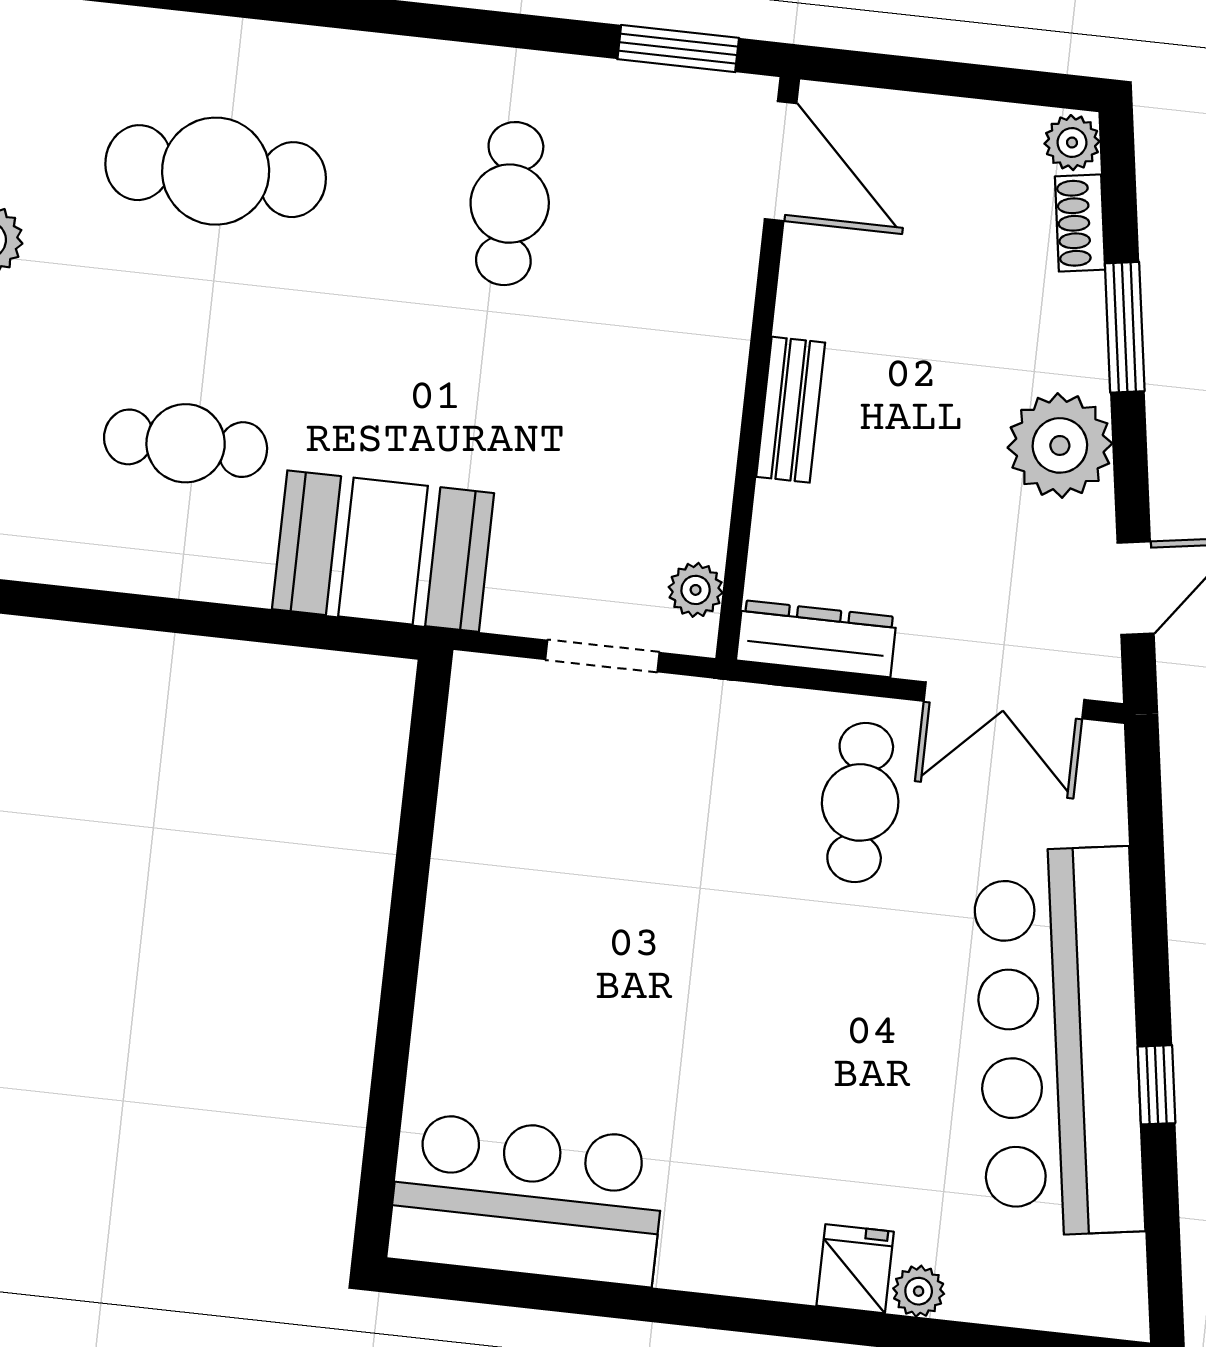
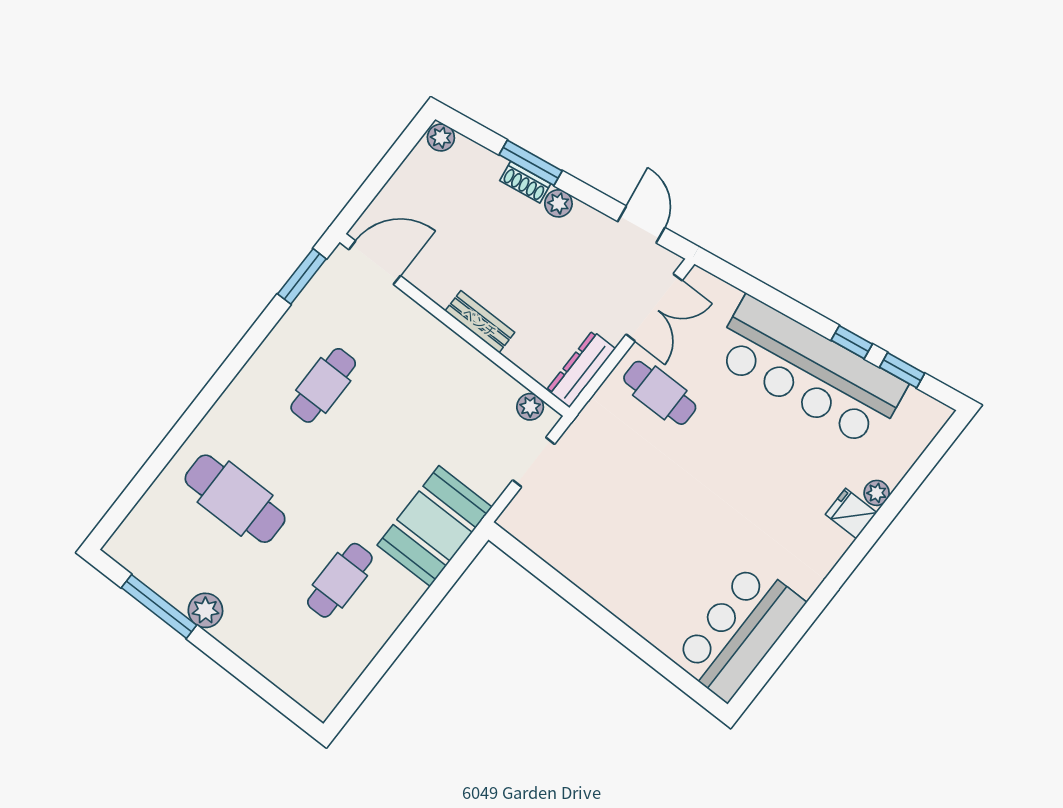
cafe table: (216, 171) -> (235, 499), turned 90
cafe table: (510, 204) -> (323, 385), turned 90
shoe rack: (1080, 223) -> (525, 182), moved
plant: (1060, 445) -> (558, 203), width x0.53, depth x0.53
window: (1161, 1204) -> (902, 370), added

